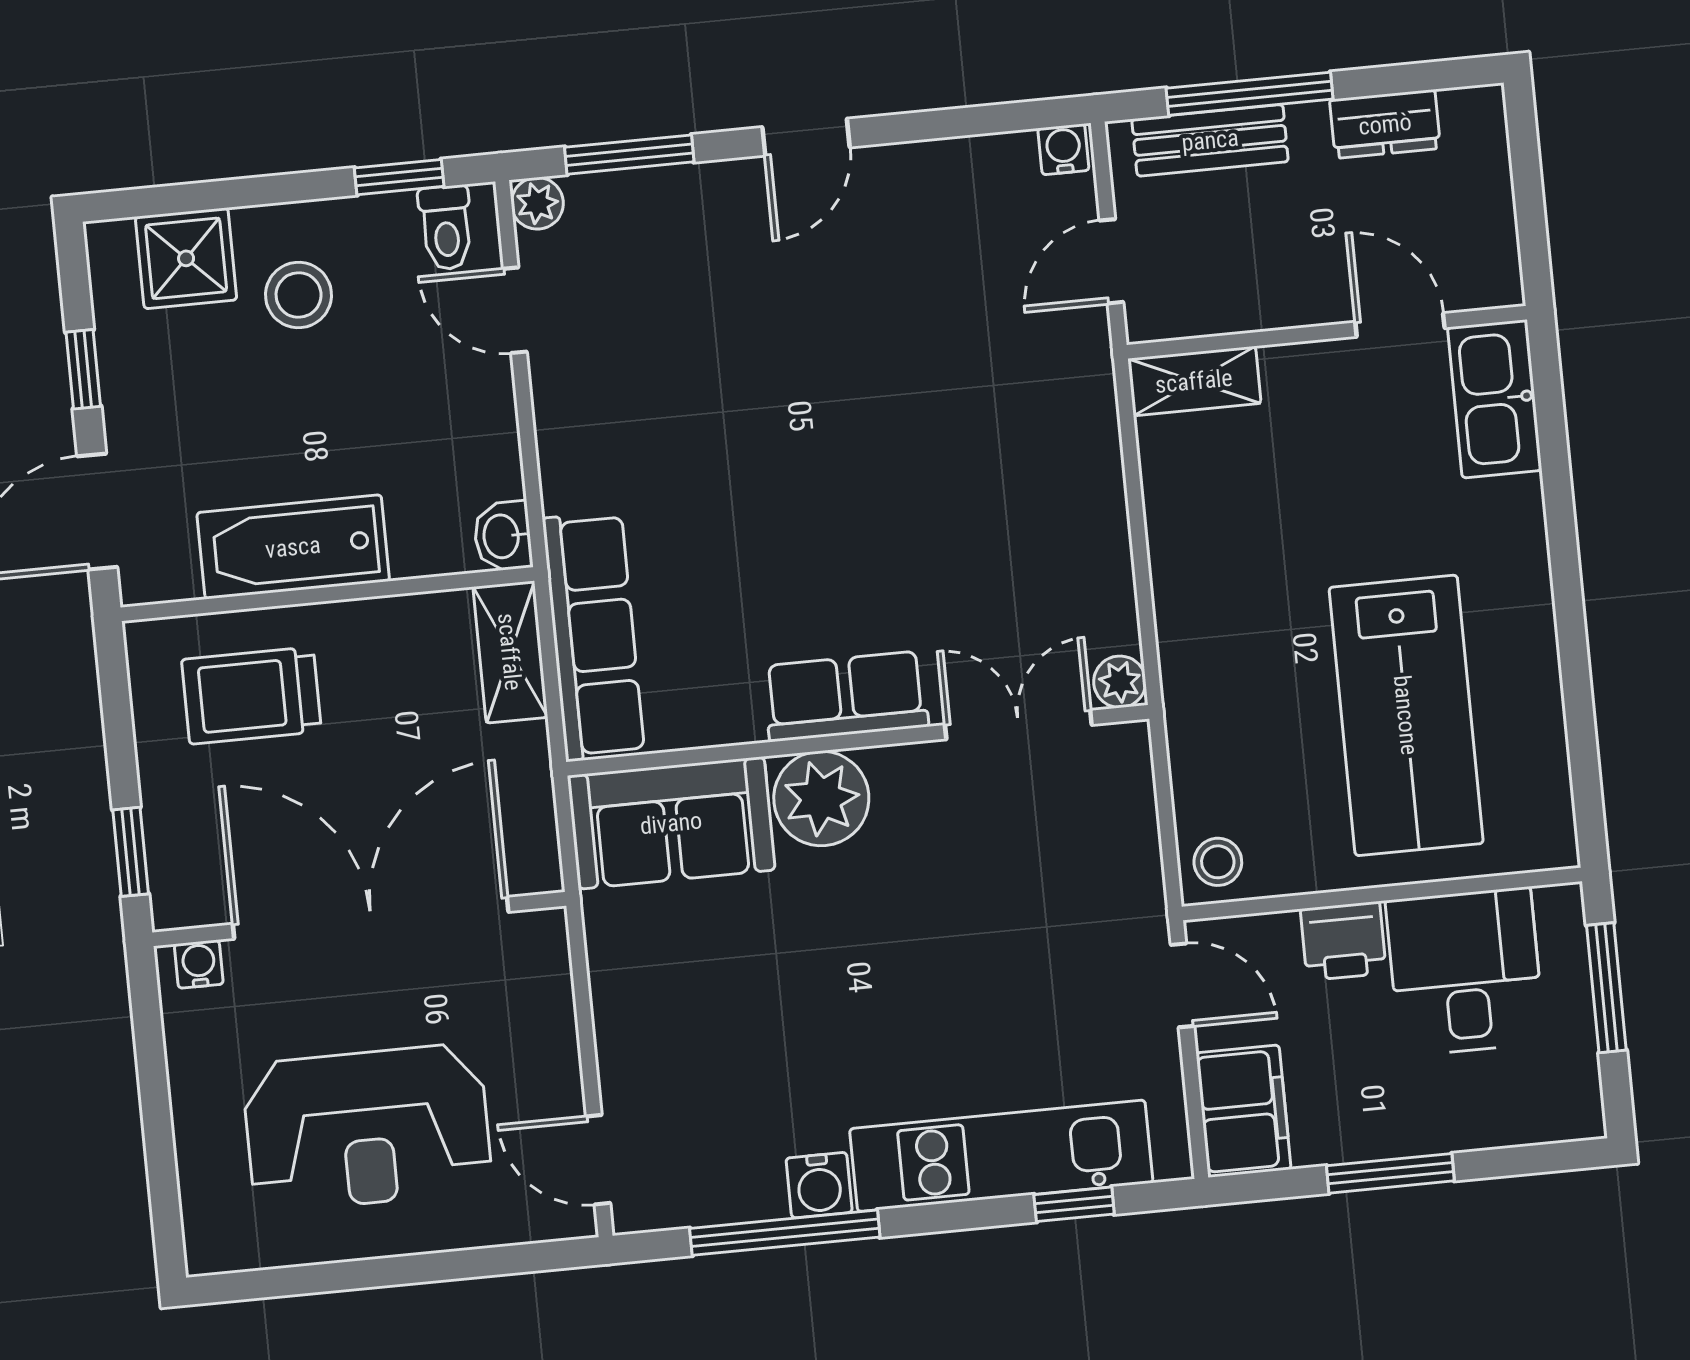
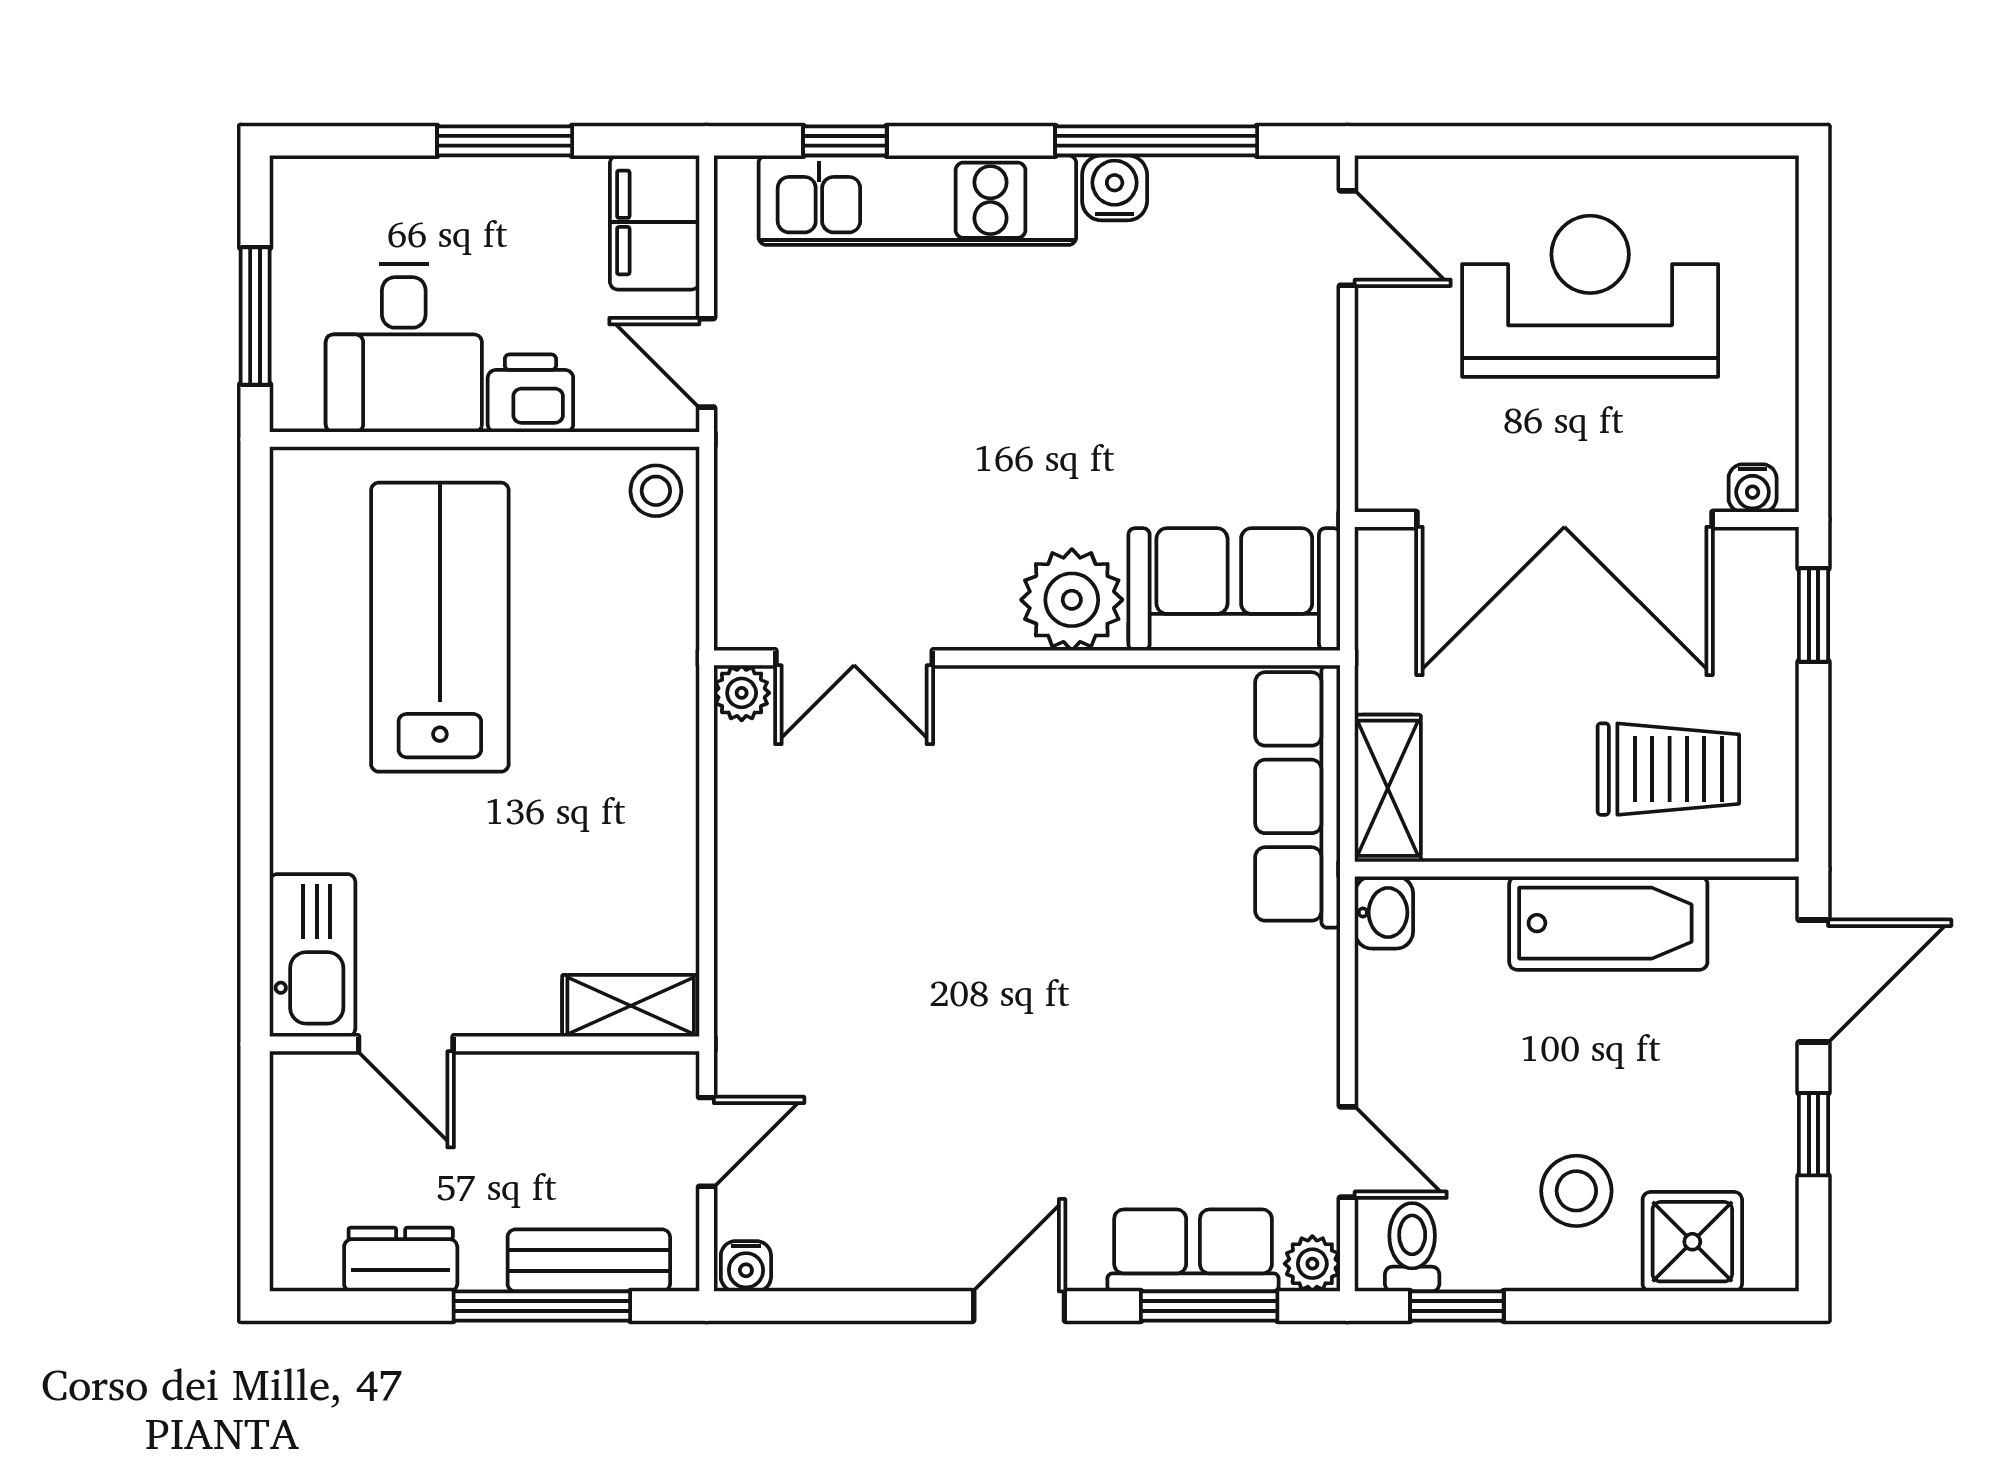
row of seats: (846, 696) -> (1193, 1250), moved, turned 180

